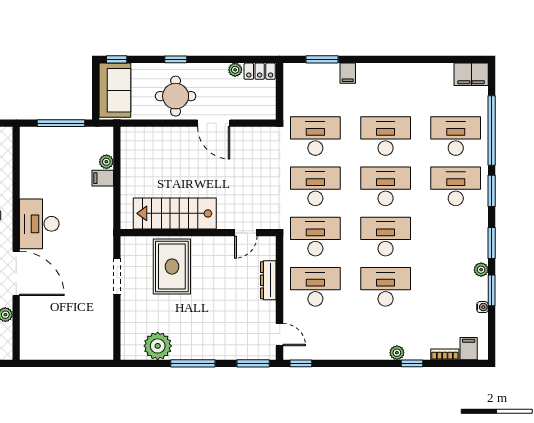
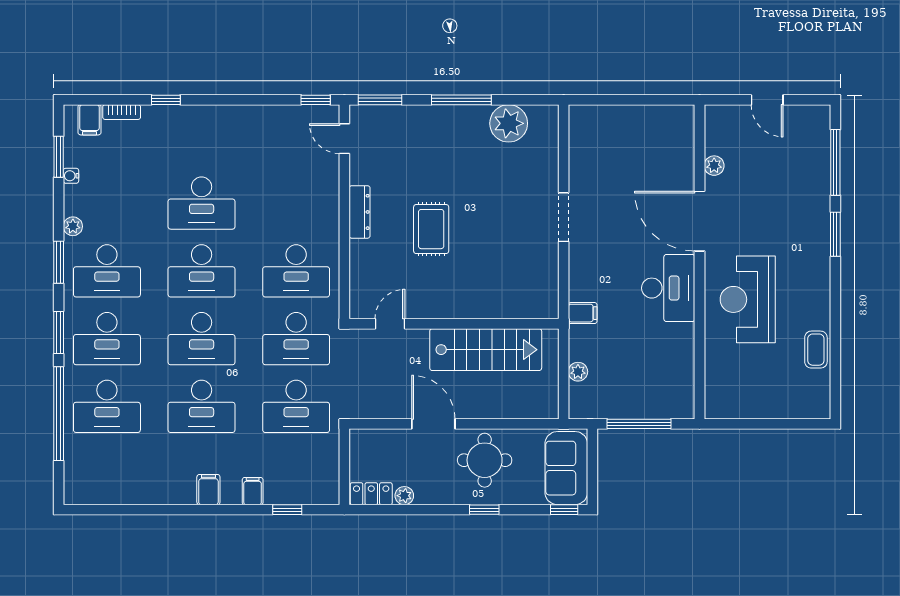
window: (322, 59) -> (287, 510), width x0.67
filing cabinet: (471, 74) -> (208, 490), moved, width x0.50
filing cabinet: (103, 178) -> (583, 313), moved
stairs: (175, 213) -> (486, 350), moved
wall: (198, 233) -> (454, 324), moved
door: (246, 233) -> (390, 324), moved
rug: (172, 267) -> (431, 229), moved, width x0.73, depth x0.70
desk: (315, 287) -> (107, 271), moved
window: (492, 290) -> (59, 157), moved
plant: (397, 353) -> (186, 114), removed

